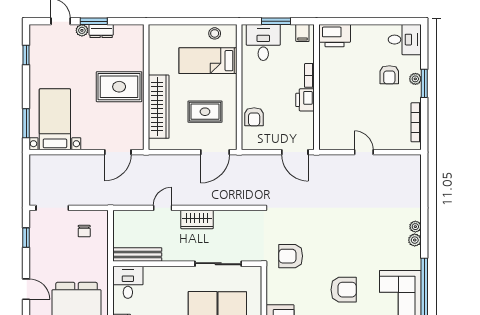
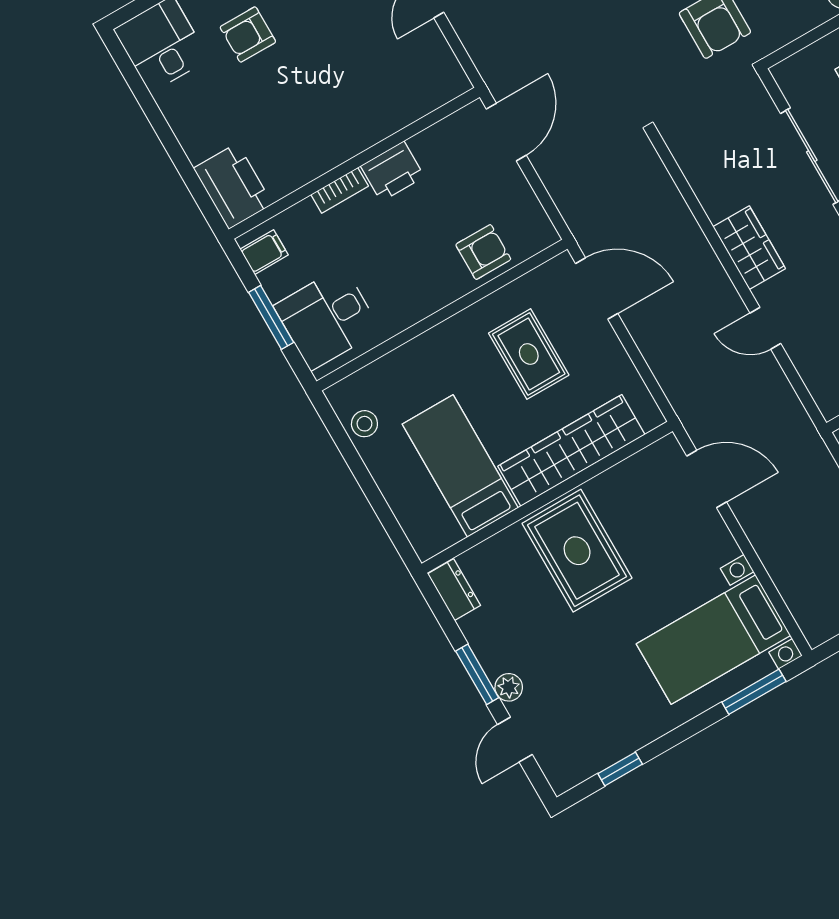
dresser: (101, 31) -> (454, 590), moved
bed: (208, 61) -> (460, 466), moved, turned 180
armchair: (389, 75) -> (248, 34), turned 180

